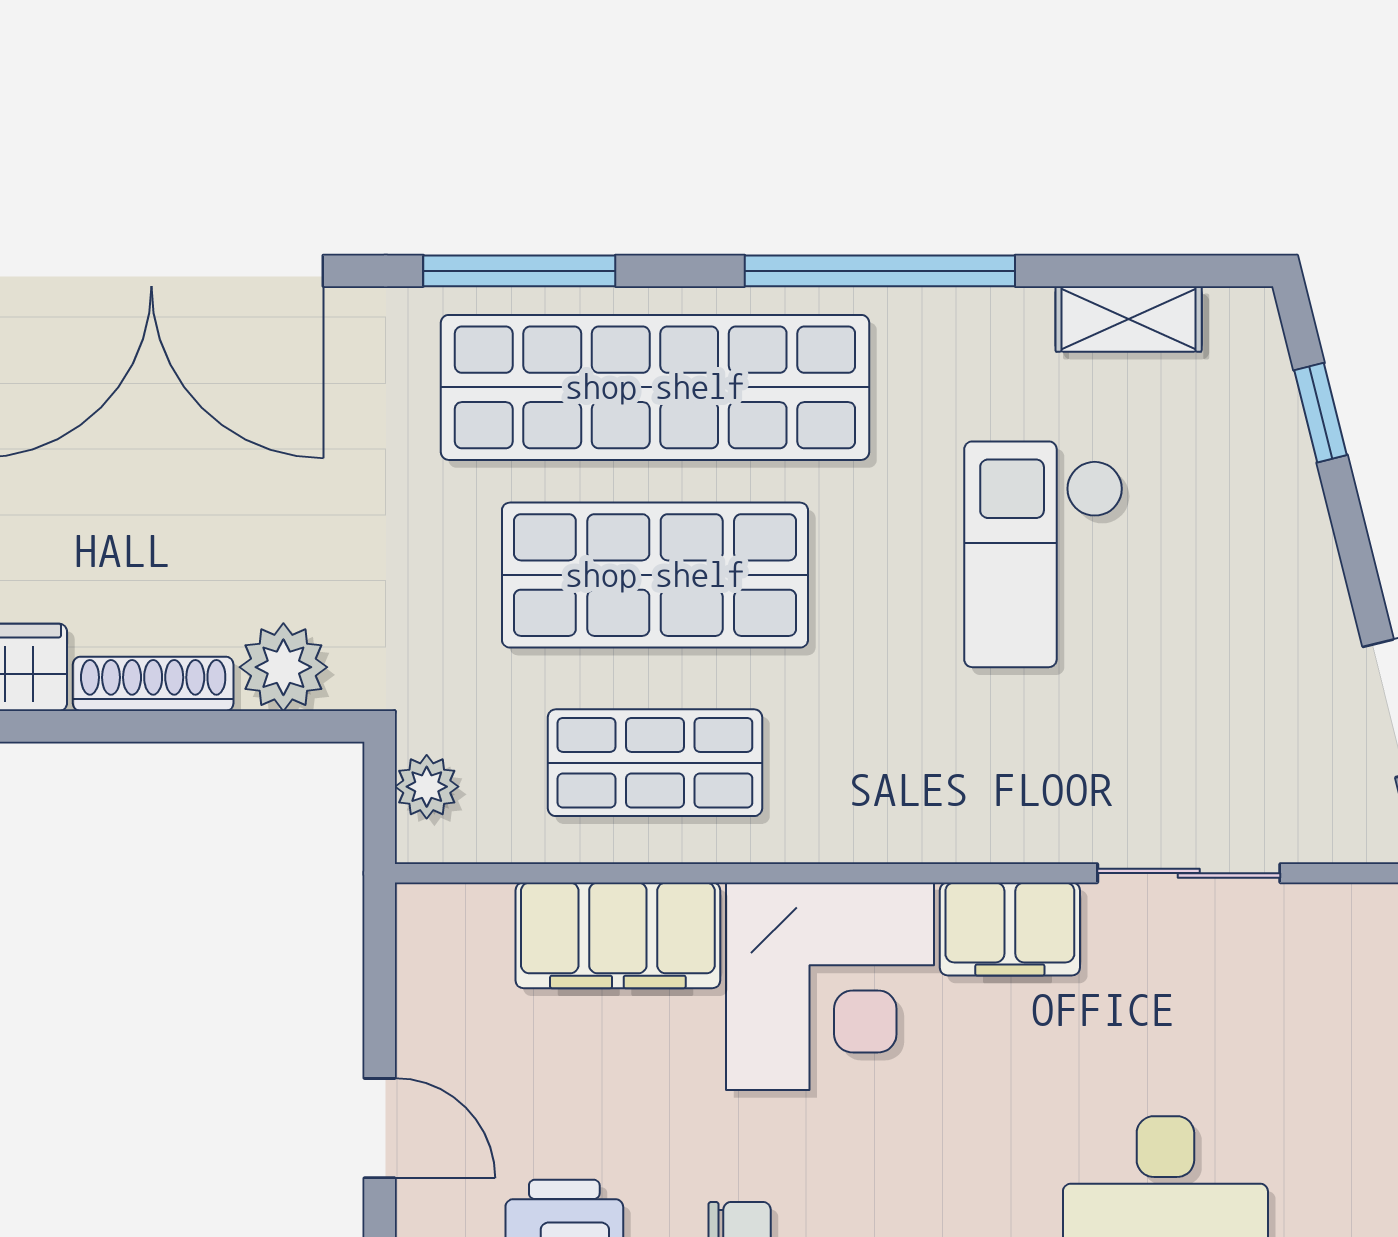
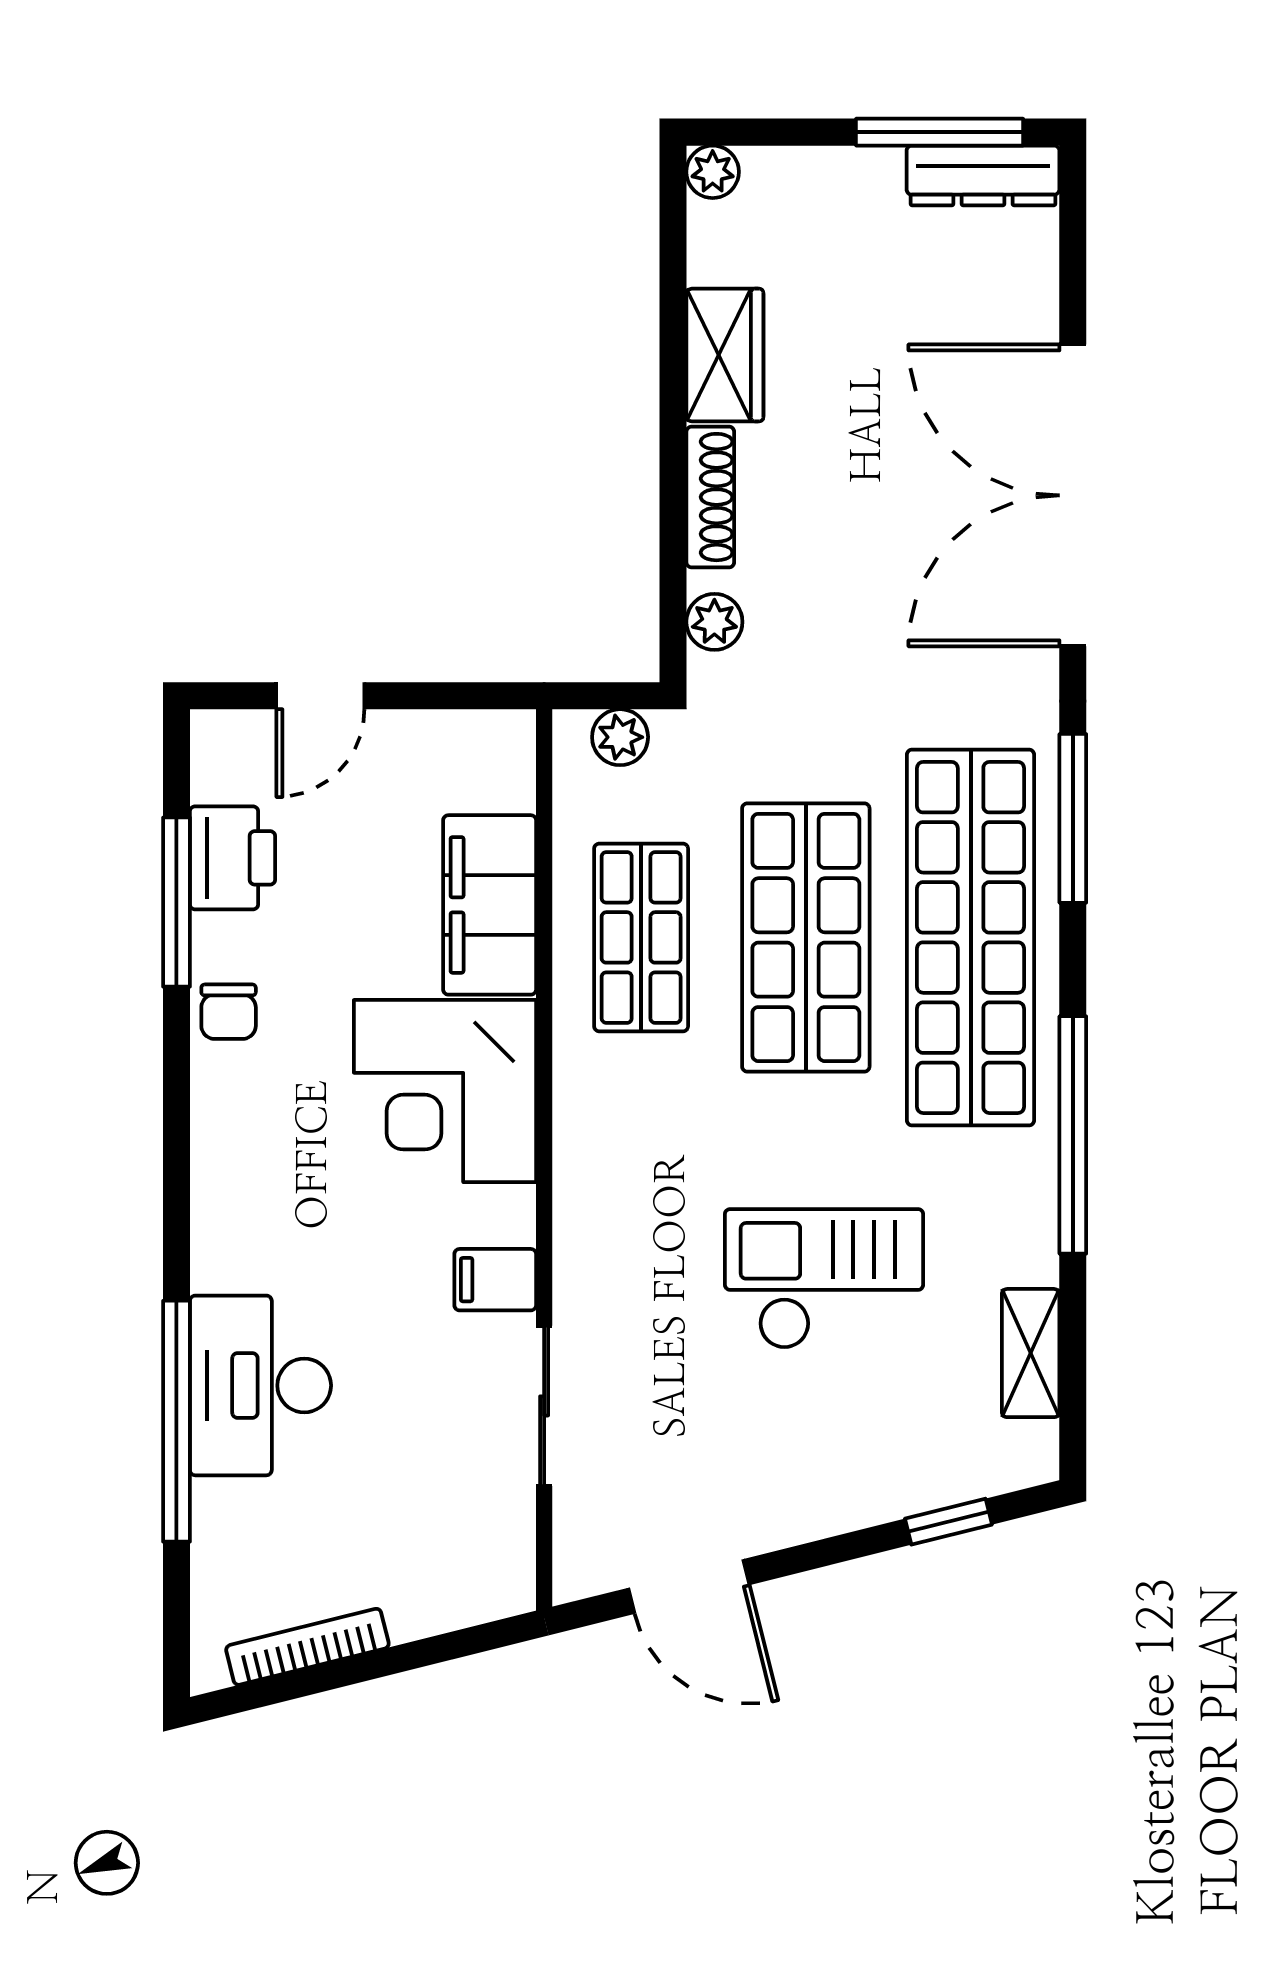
plant: (283, 667) -> (714, 622), width x0.73, depth x0.73
filing cabinet: (1010, 929) -> (495, 1280), width x0.50

